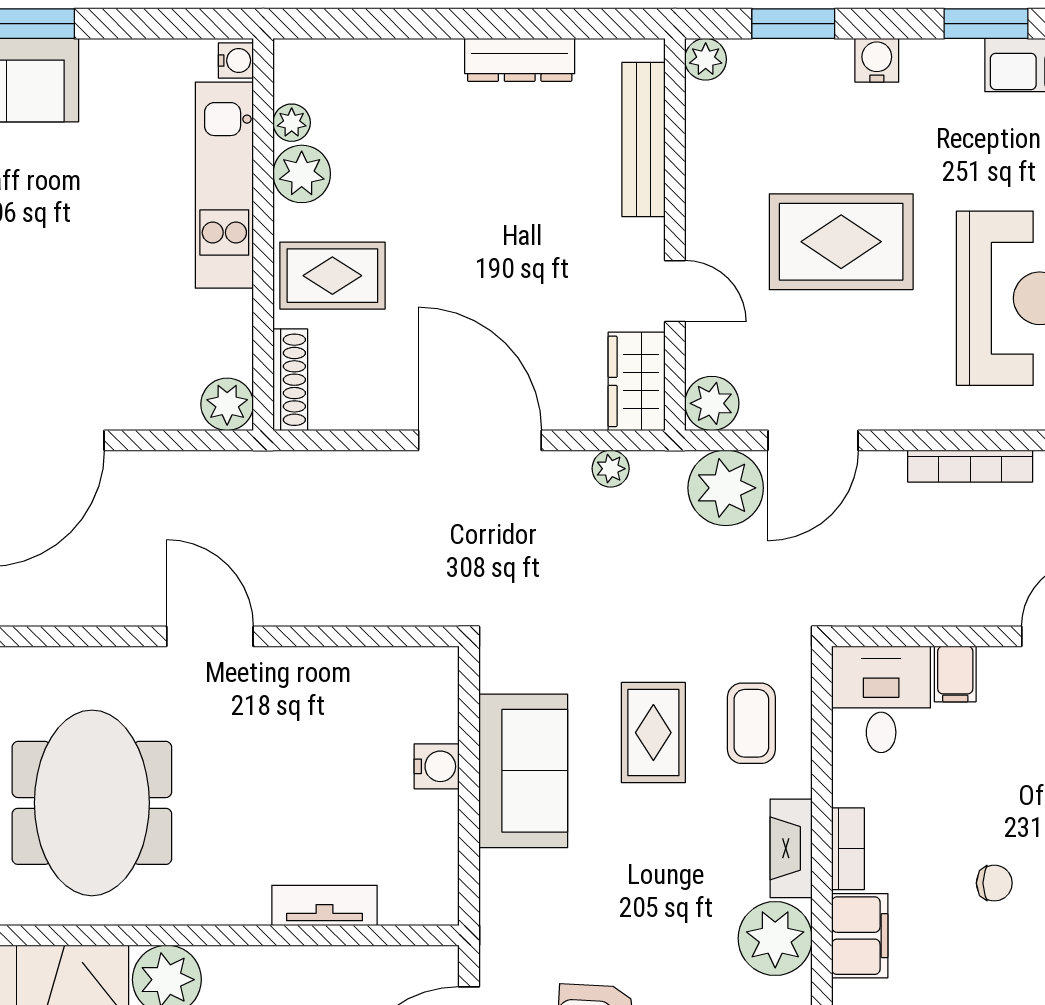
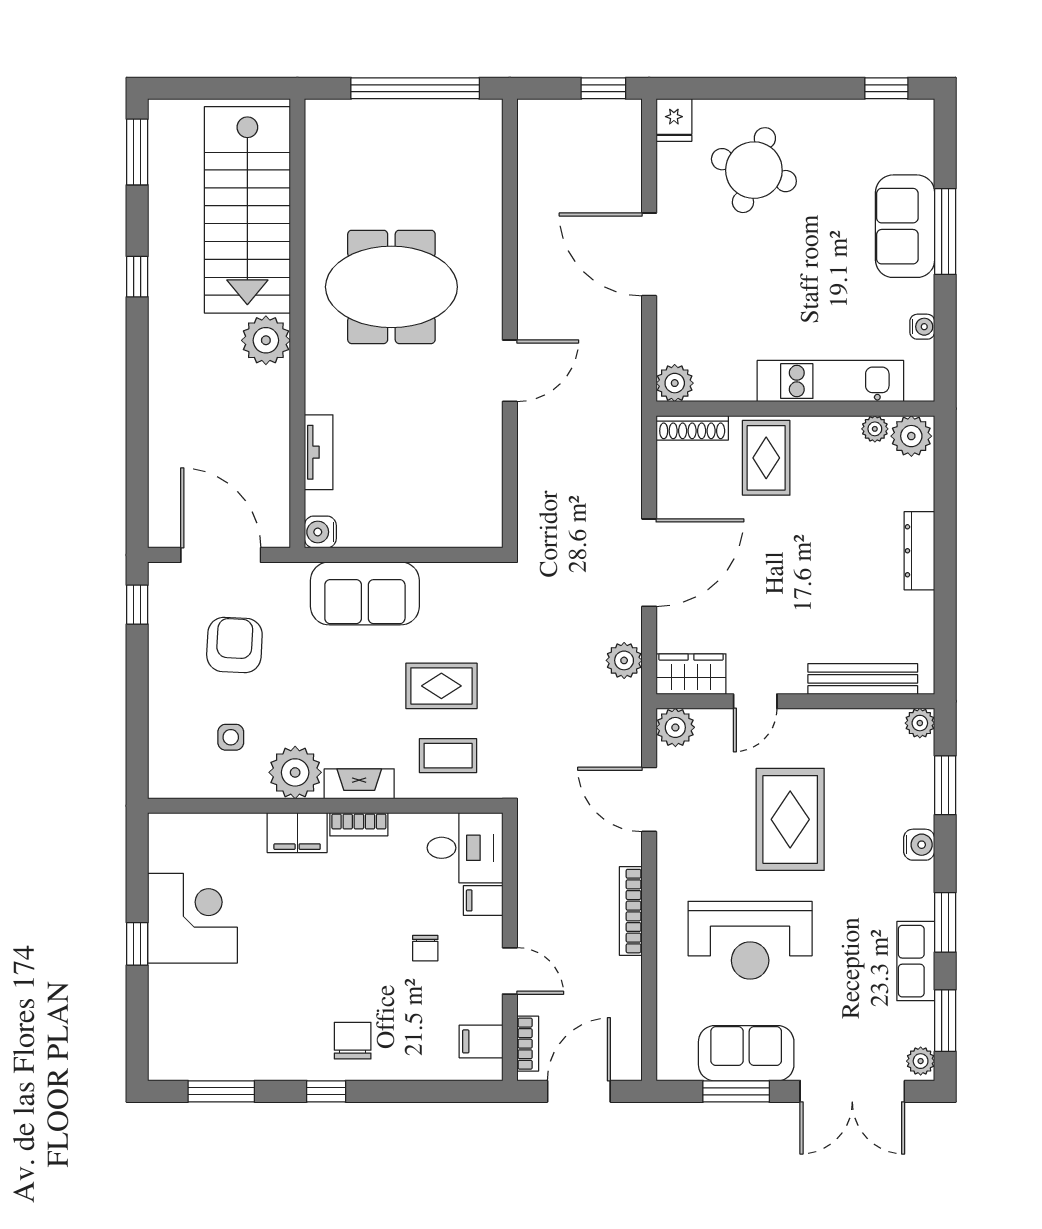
dresser: (520, 60) -> (919, 551), moved
water cooler: (236, 61) -> (922, 327), moved, turned -90
plant: (302, 174) -> (911, 436), moved
plant: (611, 469) -> (624, 660), width x1.38, depth x1.38
plant: (726, 488) -> (615, 737), removed
water cooler: (437, 766) -> (320, 532), moved, turned 90
sofa: (523, 771) -> (365, 593), moved
chair: (994, 883) -> (425, 948), moved

